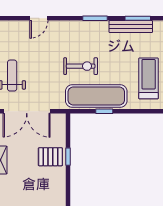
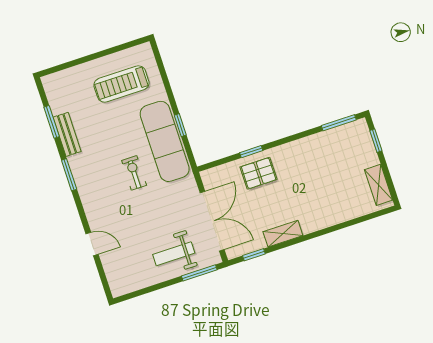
bench: (131, 27) -> (67, 134), width x0.73
exercise bike: (81, 66) -> (134, 173), width x0.73, depth x0.72
pallet: (50, 157) -> (259, 173), turned 90

